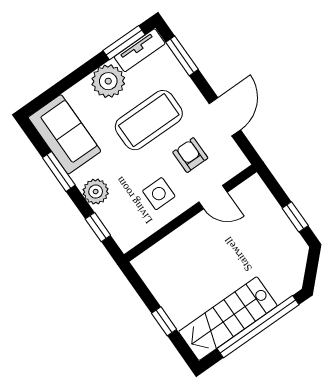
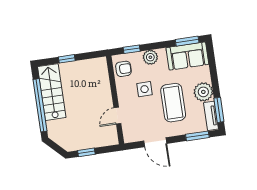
armchair: (190, 155) -> (123, 69), moved
window: (59, 171) -> (187, 41), moved
side table: (159, 194) -> (145, 89), moved

